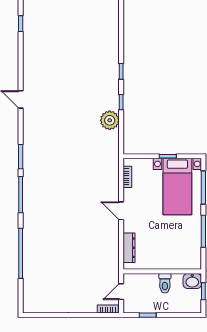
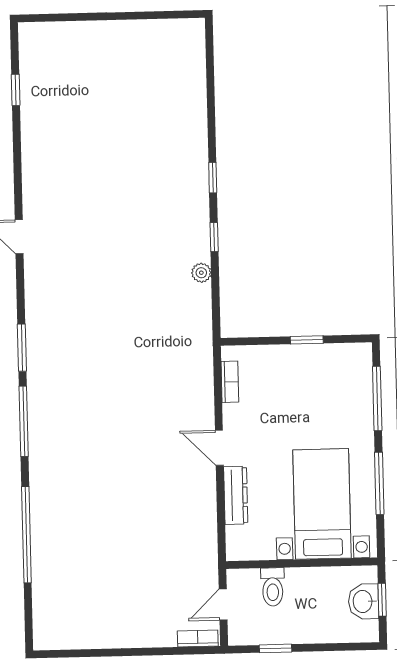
plant: (110, 120) -> (201, 273), width x0.53, depth x0.53
bed with nightstands: (177, 187) -> (322, 504), moved, turned 180
dresser: (129, 248) -> (236, 495), moved
washbasin: (192, 281) -> (363, 601), moved, turned 90
toilet: (165, 283) -> (273, 587), moved

